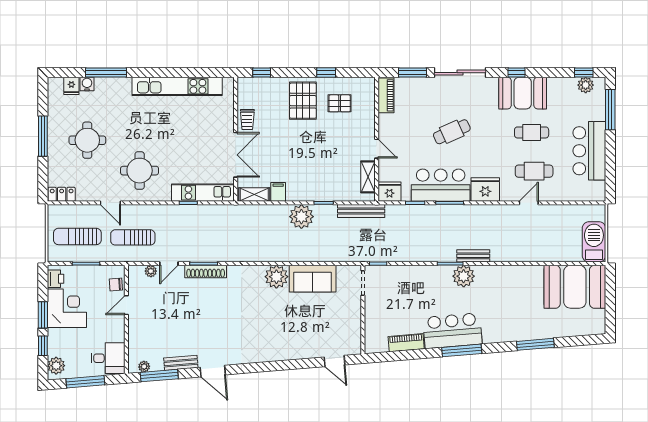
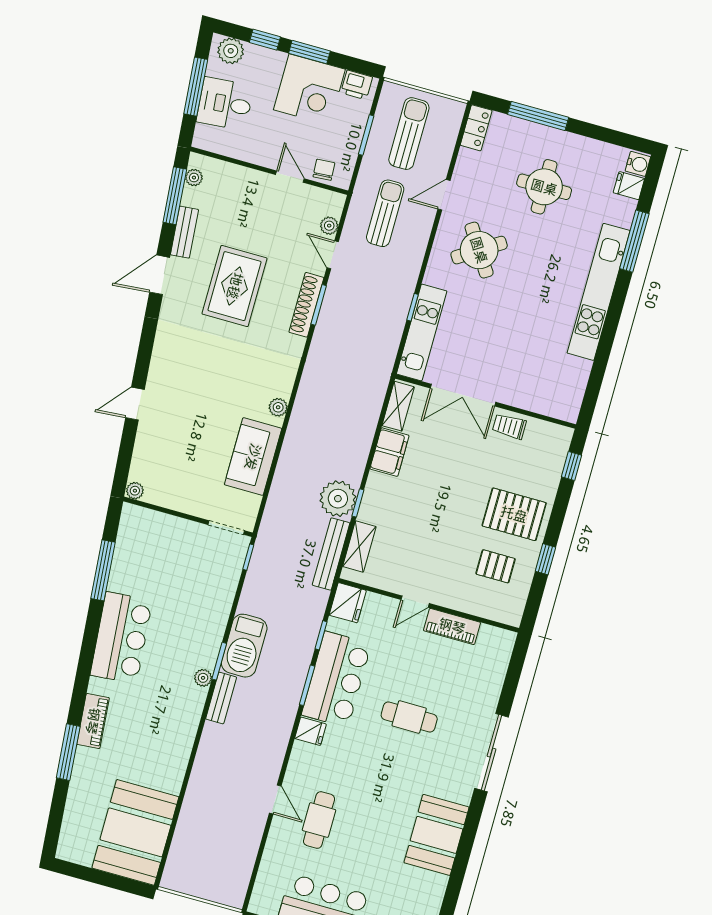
window: (412, 73) -> (511, 684), removed
window: (517, 73) -> (469, 834), removed
water cooler: (87, 84) -> (638, 164), moved
kitchen unit: (177, 86) -> (599, 292), moved
piano: (386, 95) -> (452, 626), moved
pallet: (340, 103) -> (496, 566), turned 90
cafe table: (452, 132) -> (409, 717), turned -66
cafe table: (532, 132) -> (376, 832), removed
window: (43, 136) -> (538, 116), moved
round table: (140, 171) -> (479, 250), turned -33
shelving: (368, 177) -> (359, 547), moved, turned 90
fridge: (485, 189) -> (310, 731), width x0.53, depth x0.75
filing cabinet: (278, 192) -> (389, 452), width x2.00
plant: (301, 217) -> (338, 499), moved
barbecue: (594, 242) -> (244, 646), moved, turned 90
plant: (464, 276) -> (203, 678), width x0.53, depth x0.53
plant: (276, 277) -> (278, 407), width x0.53, depth x0.53
rug: (206, 321) -> (235, 286), added
piano: (406, 343) -> (93, 721), moved
plant: (356, 348) -> (135, 491), added
window: (462, 350) -> (103, 570), moved
desk: (108, 358) -> (225, 104), moved, turned 85
door: (335, 361) -> (135, 404), moved

